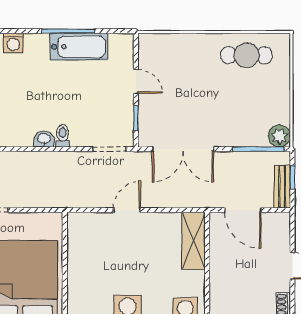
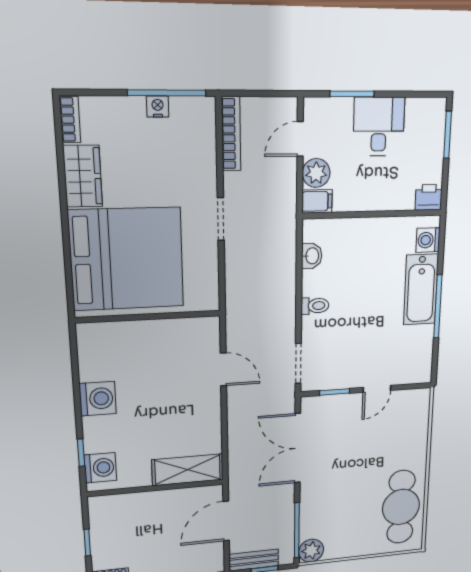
bathtub: (79, 47) -> (421, 290), moved
cafe table: (247, 55) -> (401, 507), width x1.37, depth x1.35
washbasin: (44, 139) -> (312, 256), moved
door: (127, 210) -> (223, 369), moved

